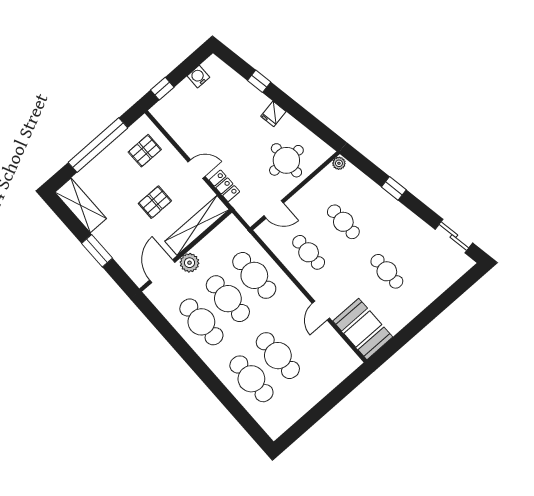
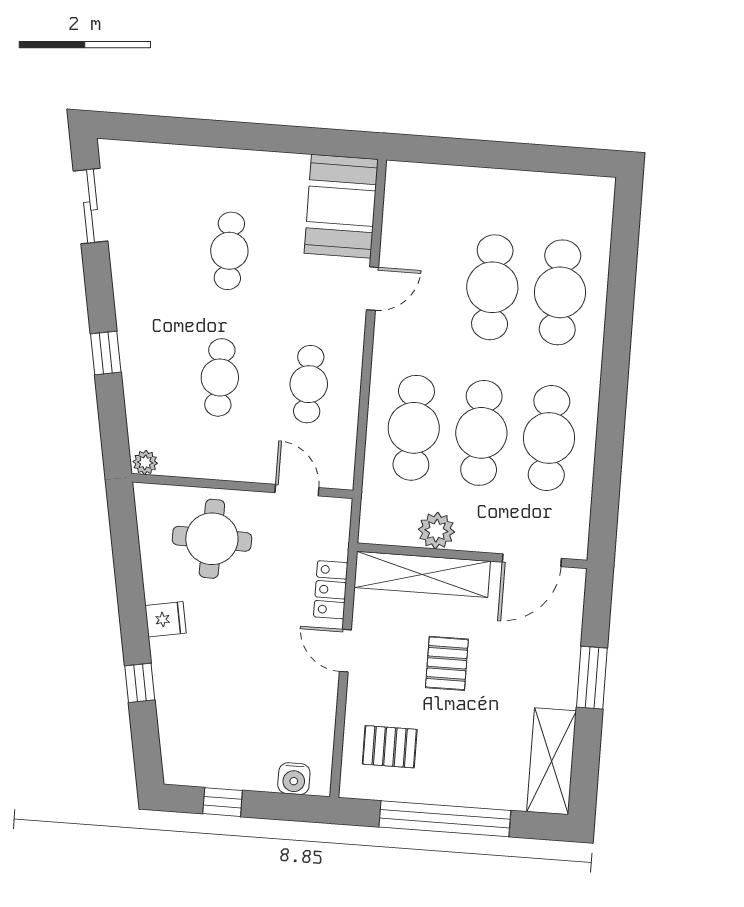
water cooler: (198, 77) -> (294, 779), moved
window: (162, 89) -> (223, 802), moved
pallet: (155, 202) -> (447, 663), turned 90
plant: (189, 263) -> (436, 531), moved

